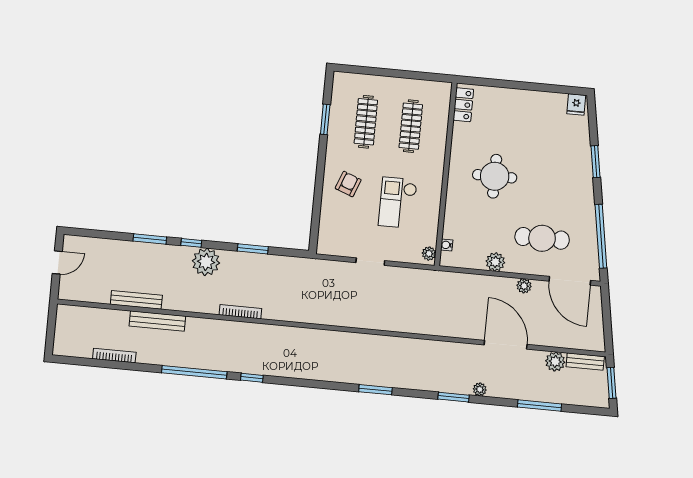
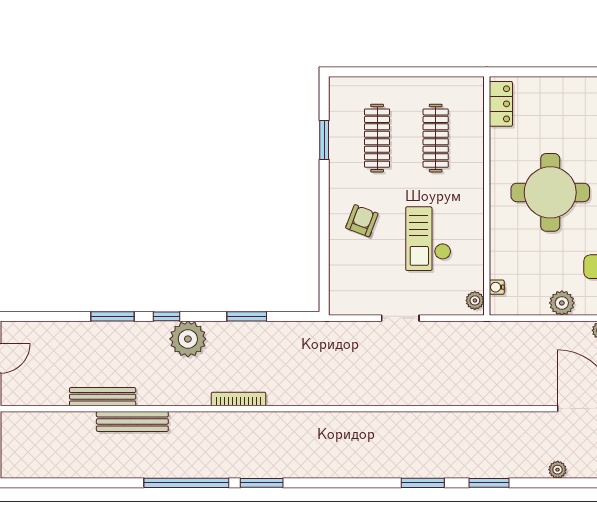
round table: (495, 176) -> (550, 192), width x1.36, depth x1.36
bookcase: (114, 356) -> (81, 471), removed
window: (252, 378) -> (262, 483), width x1.50
window: (454, 397) -> (489, 483), moved

